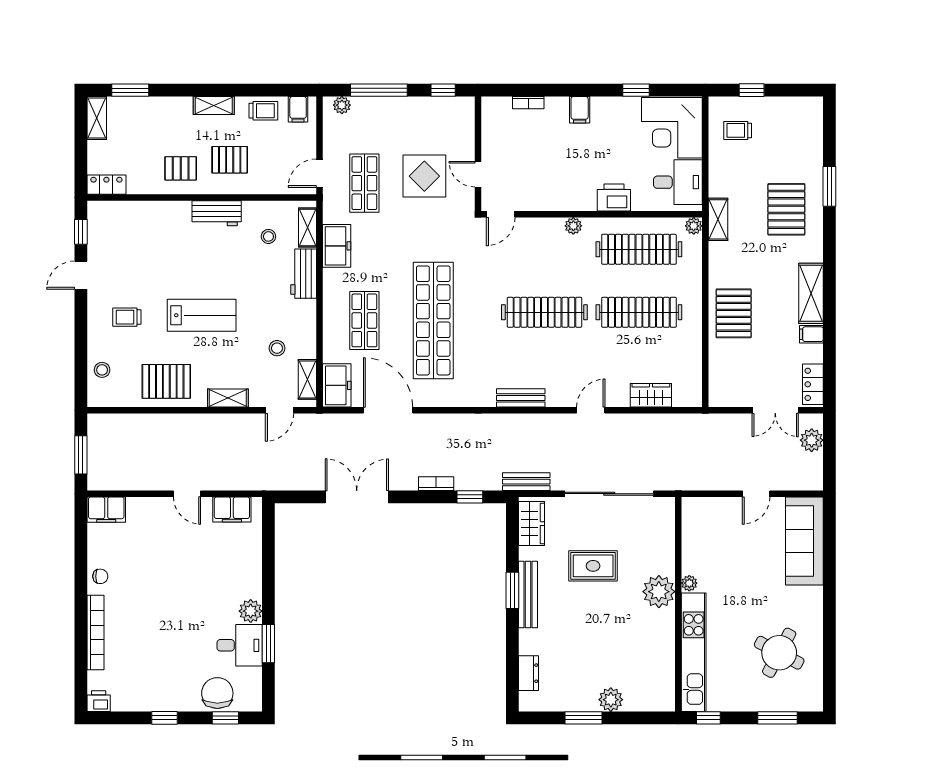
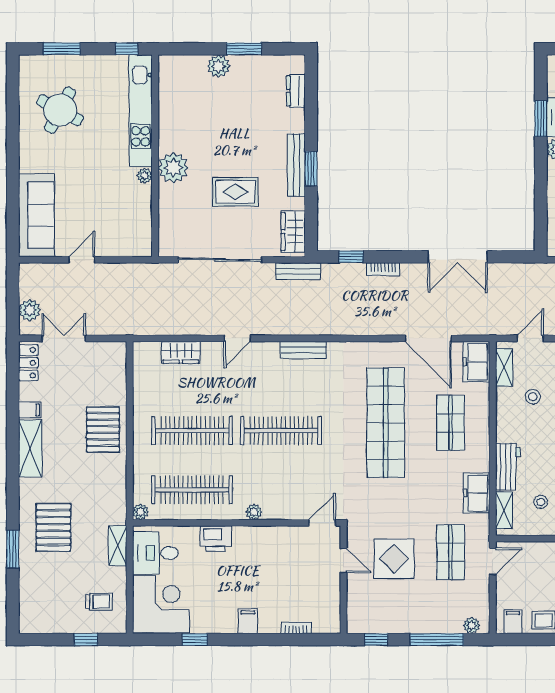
shelving: (718, 219) -> (118, 546), moved

